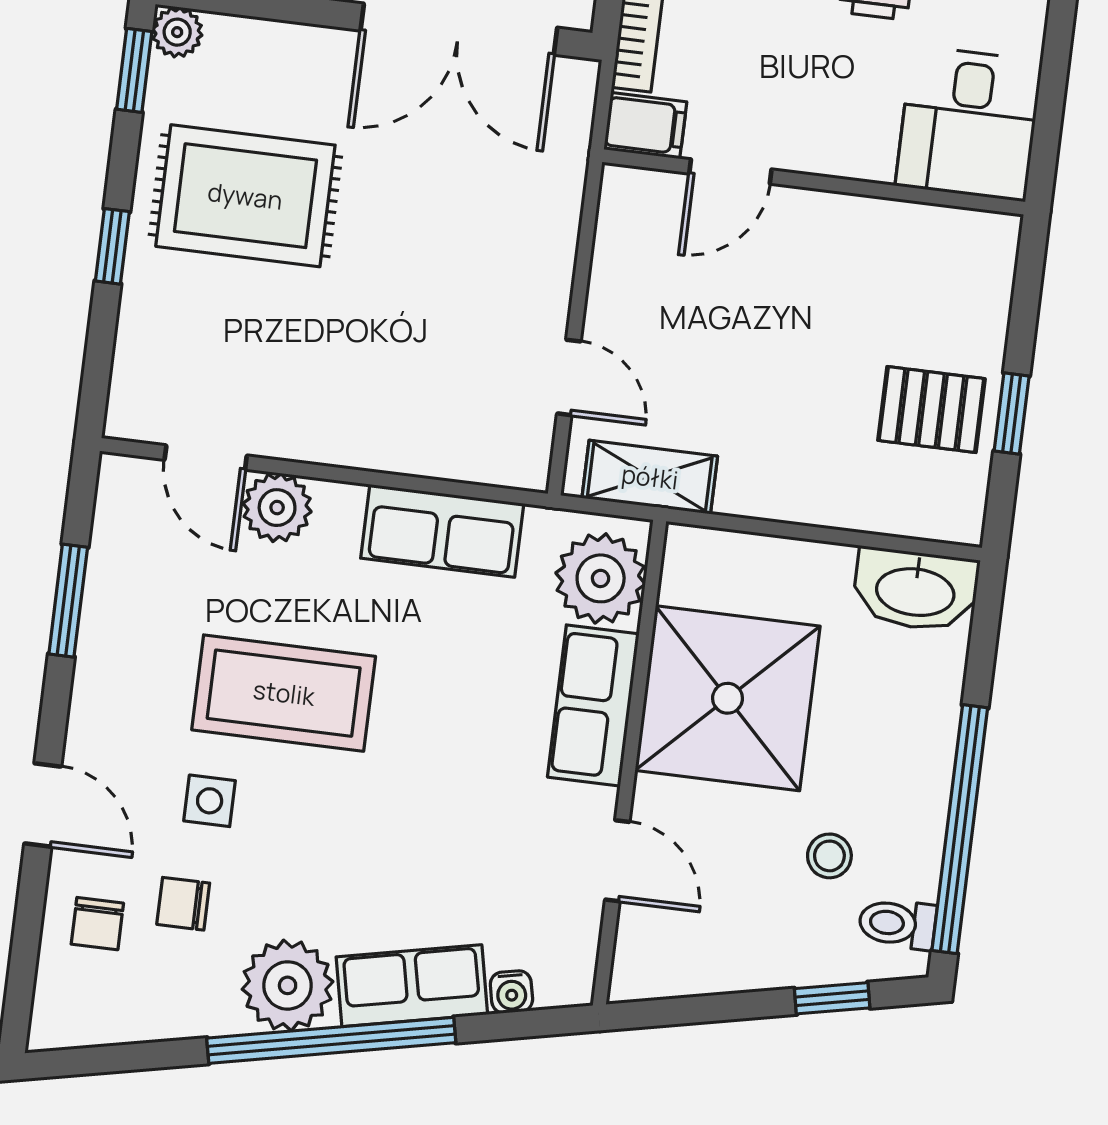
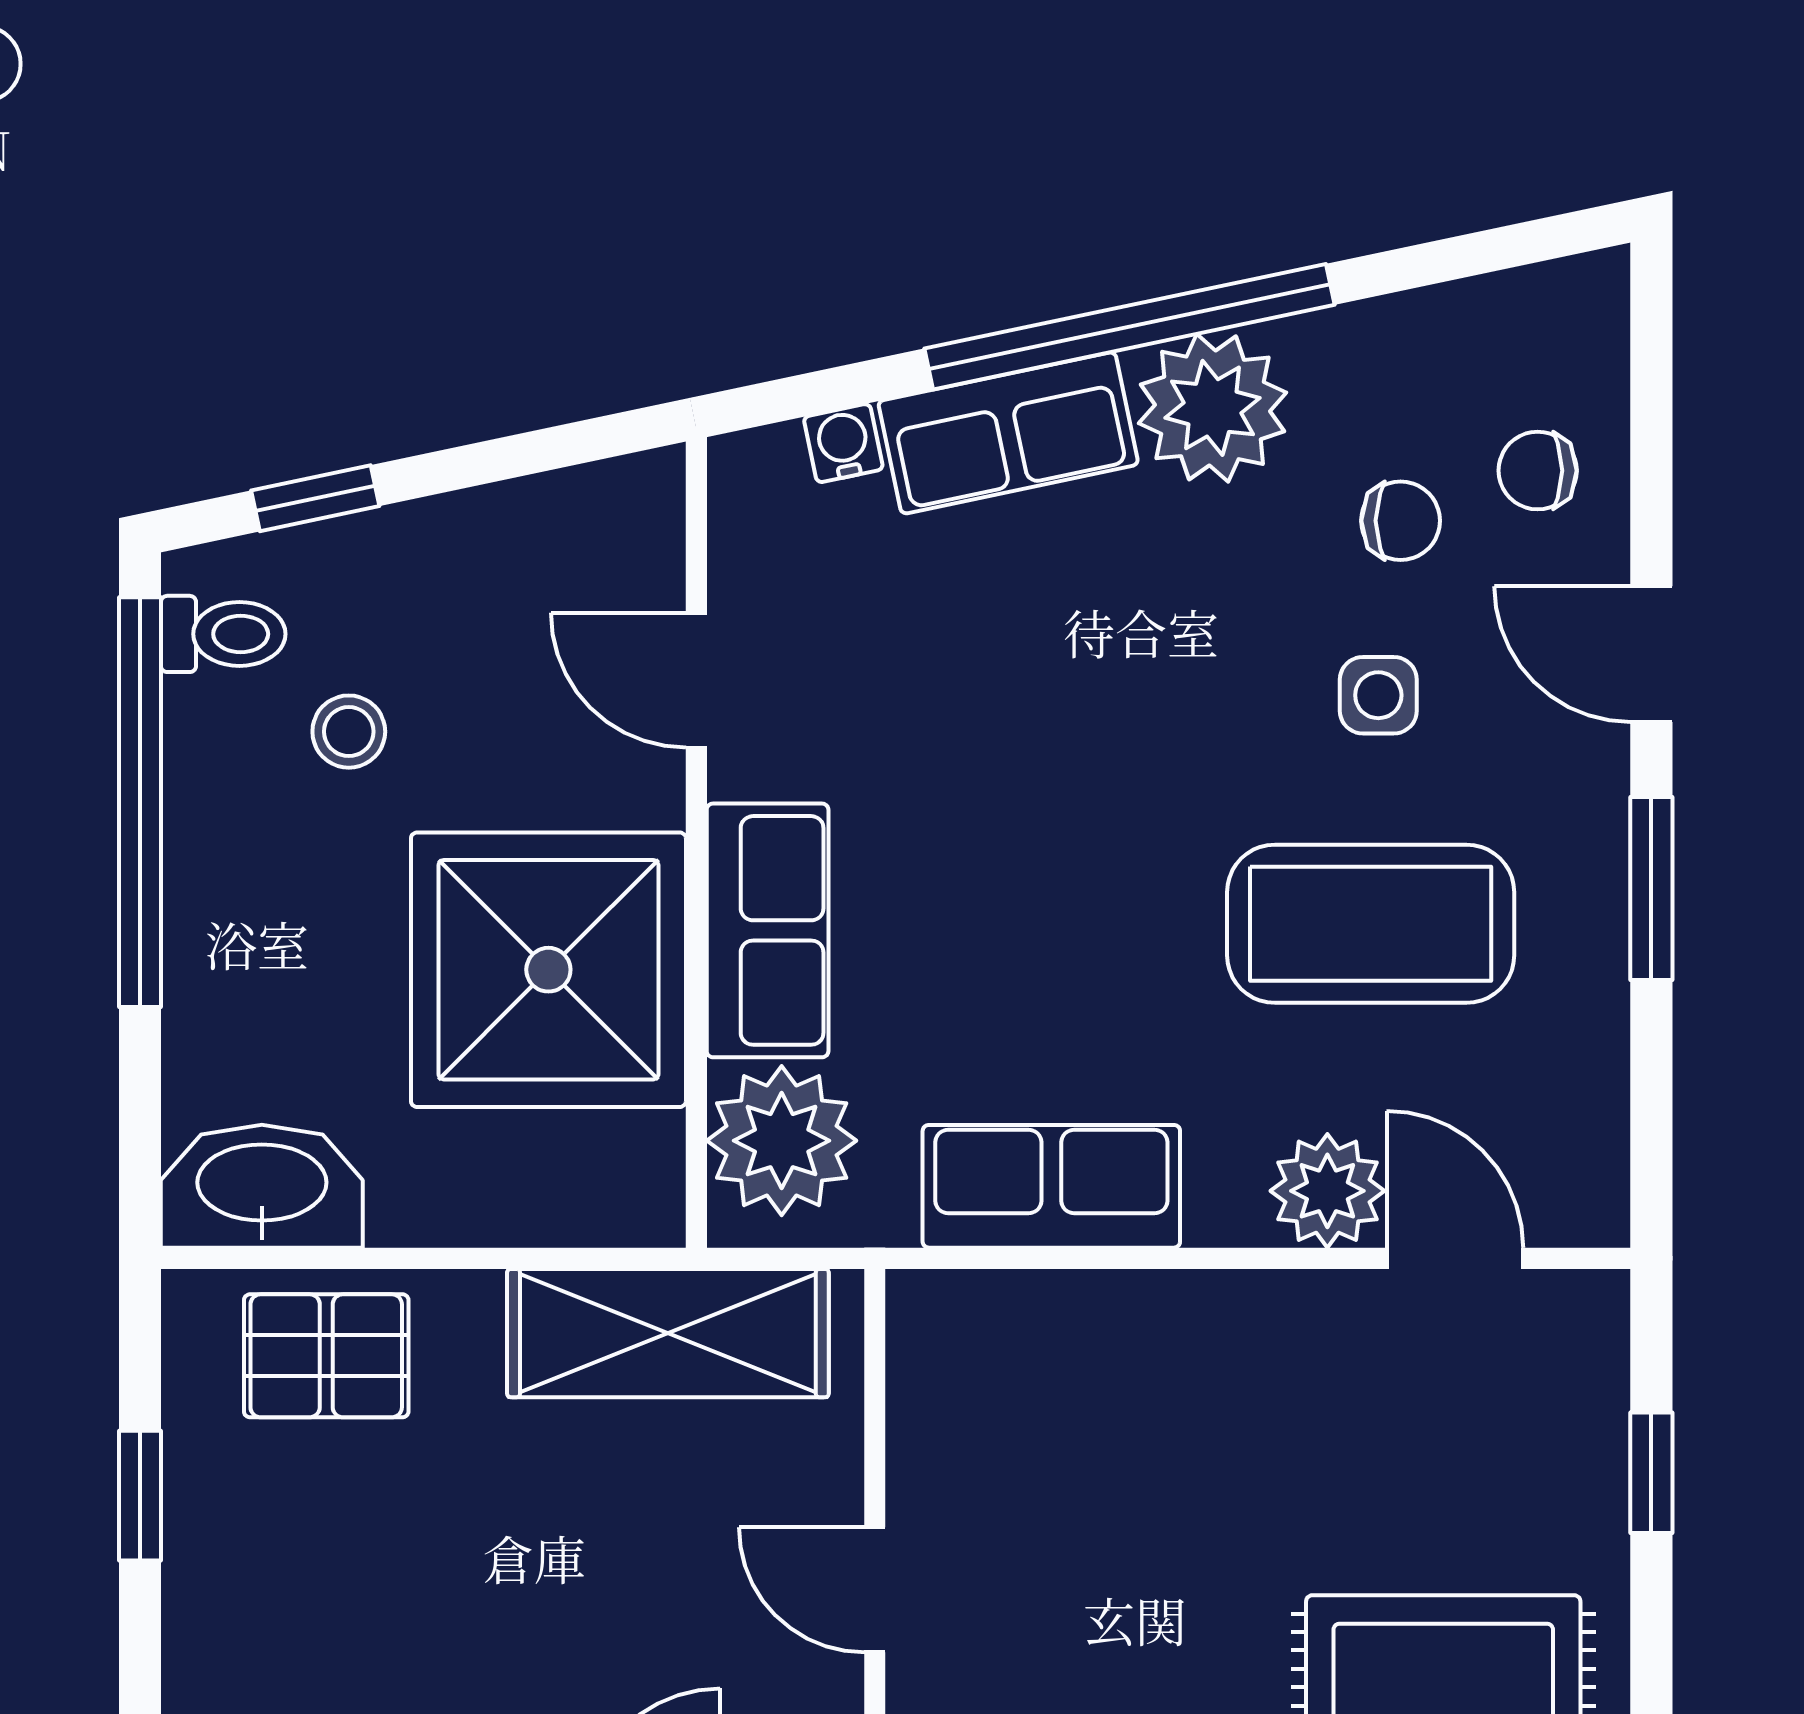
window: (112, 246) -> (1651, 1473), moved
door: (569, 377) -> (875, 1590), moved
pallet: (931, 410) -> (326, 1356), moved
shelving: (650, 477) -> (668, 1333), width x1.50, depth x1.33
window: (68, 601) -> (1651, 888), moved
coffee table: (284, 693) -> (1371, 924), moved
chair: (97, 924) -> (1538, 471), turned -90

